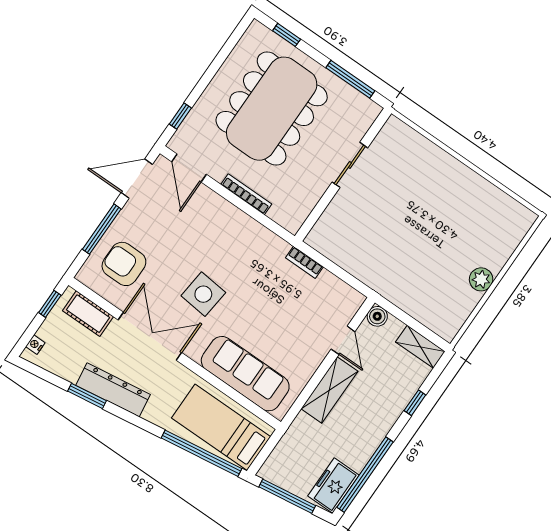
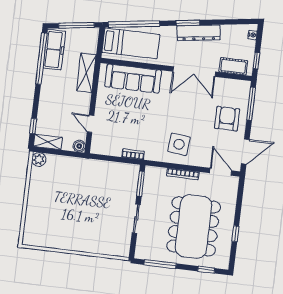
window: (180, 116) -> (235, 234), moved
window: (316, 213) -> (140, 184), added
window: (102, 229) -> (251, 104), moved
armchair: (124, 264) -> (227, 119), moved, turned -90
plant: (481, 279) -> (39, 160), moved
side table: (203, 294) -> (179, 144), moved
shelving: (329, 390) -> (86, 73), moved
window: (87, 396) -> (188, 23), moved
window: (415, 403) -> (33, 126), moved
freezer: (333, 486) -> (54, 50), width x1.40

